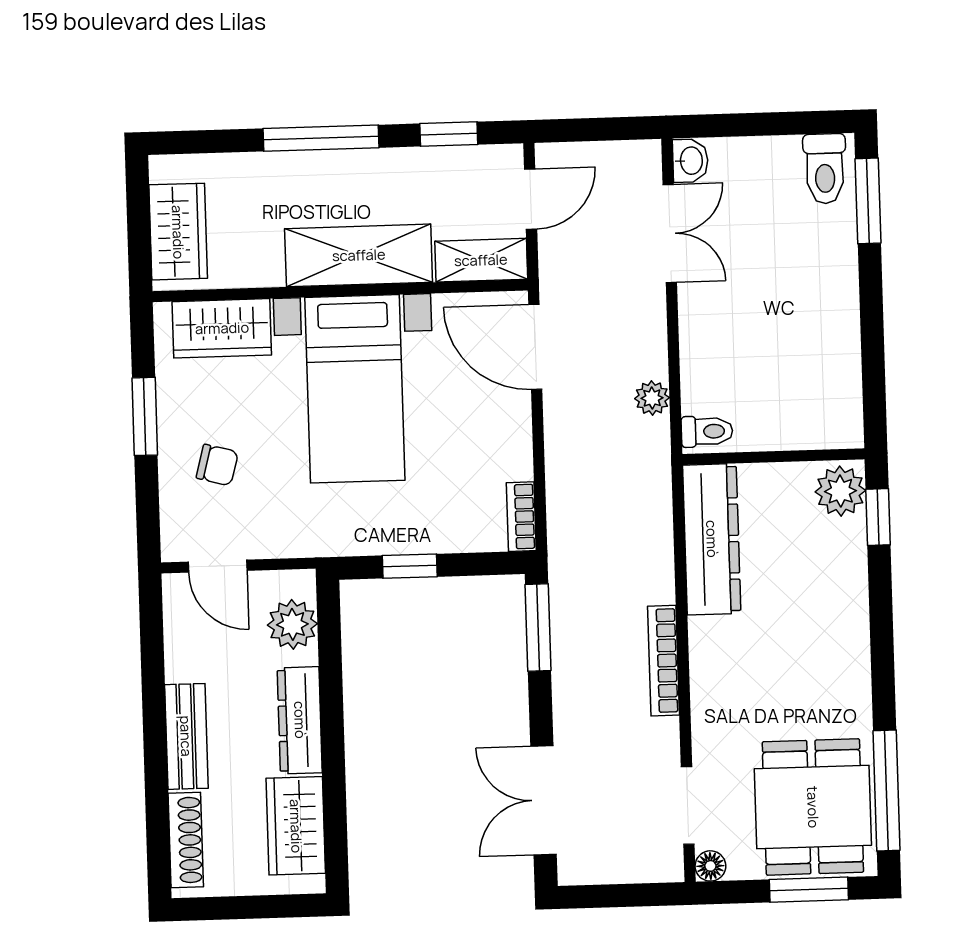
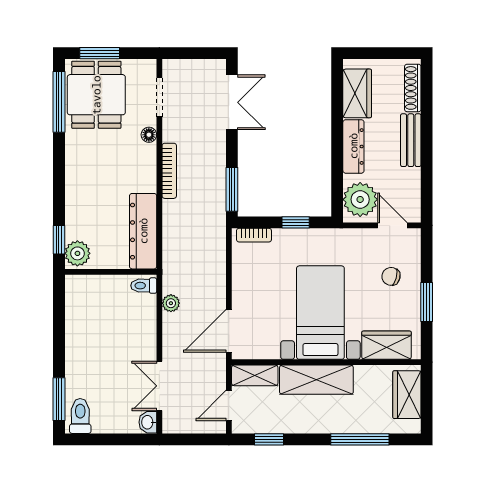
window: (321, 138) -> (360, 439), moved
door: (535, 347) -> (229, 331), swing flipped
bookcase: (521, 517) -> (254, 235), moved, turned 90
plant: (292, 624) -> (360, 199), width x1.36, depth x1.36
floor lamp: (710, 866) -> (149, 135), moved

